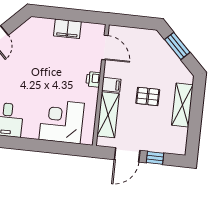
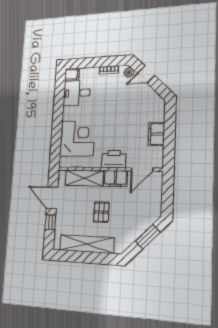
printer: (93, 79) -> (114, 159), width x1.87, depth x1.48
filing cabinet: (111, 85) -> (115, 179), width x2.00
shelving: (182, 105) -> (87, 244), width x1.47

